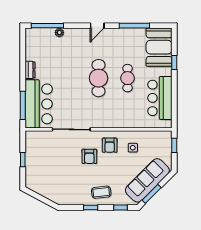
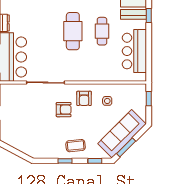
armchair: (89, 156) -> (64, 110), turned -90

